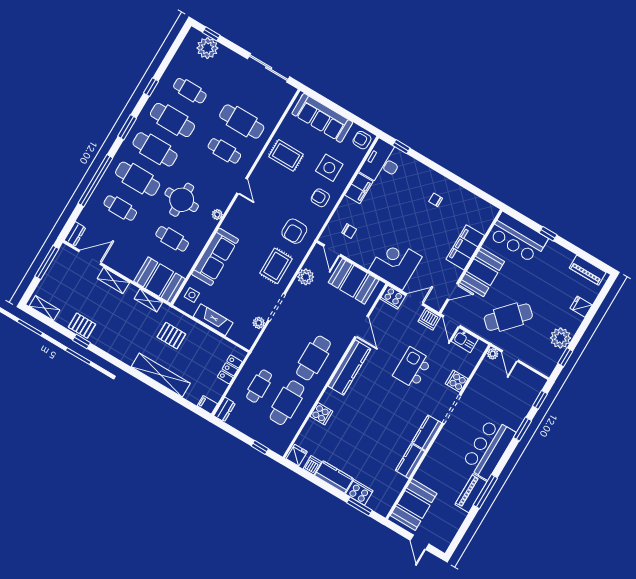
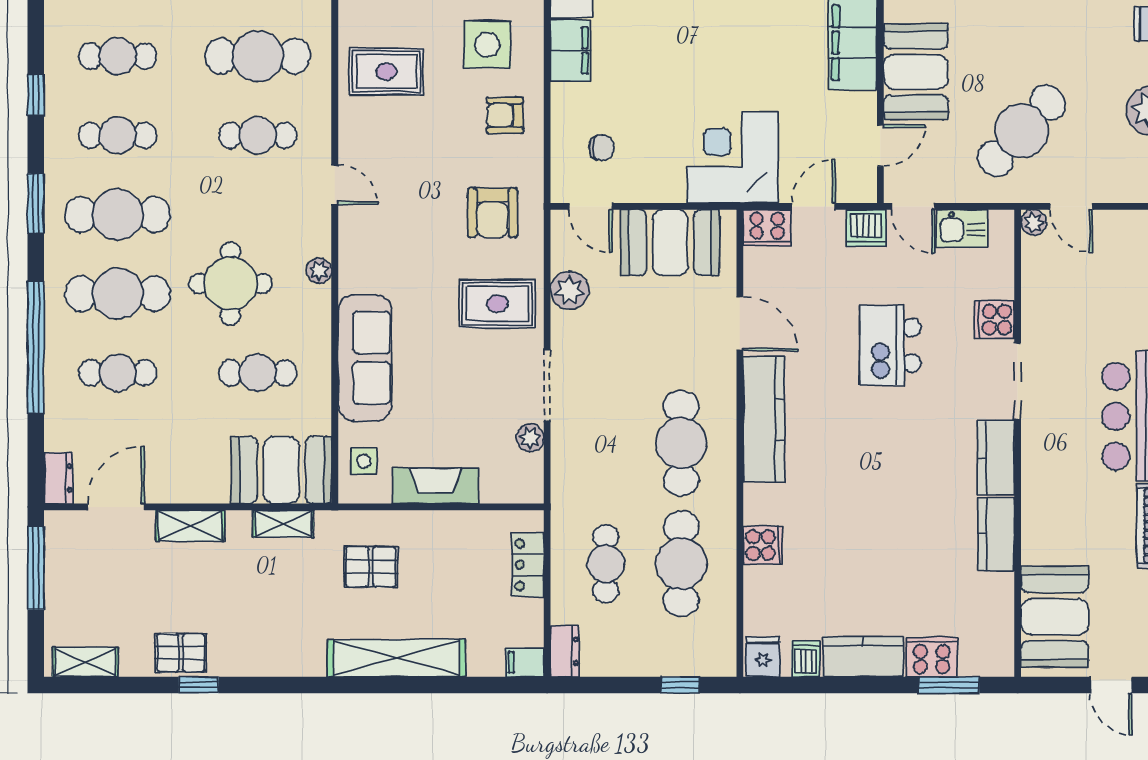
cafe table: (172, 120) -> (118, 135), width x0.73, depth x0.74
rug: (276, 266) -> (497, 304), turned 90

